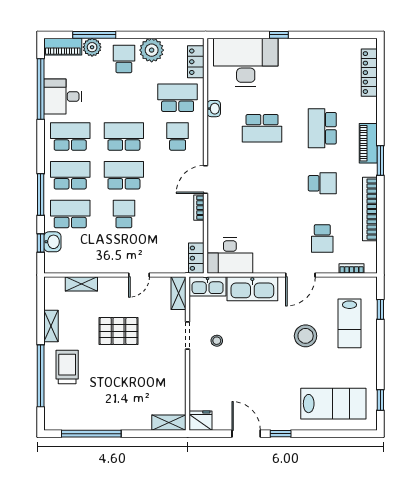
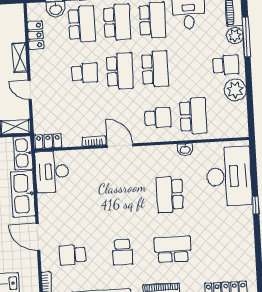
locker: (196, 62) -> (36, 35), moved, turned 90
shelving: (81, 284) -> (20, 58), moved

